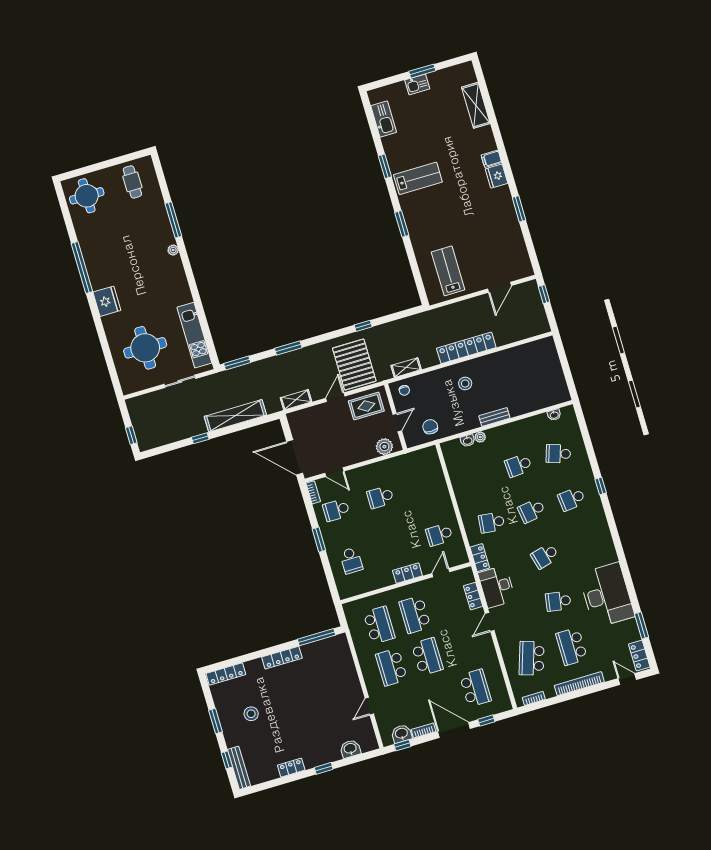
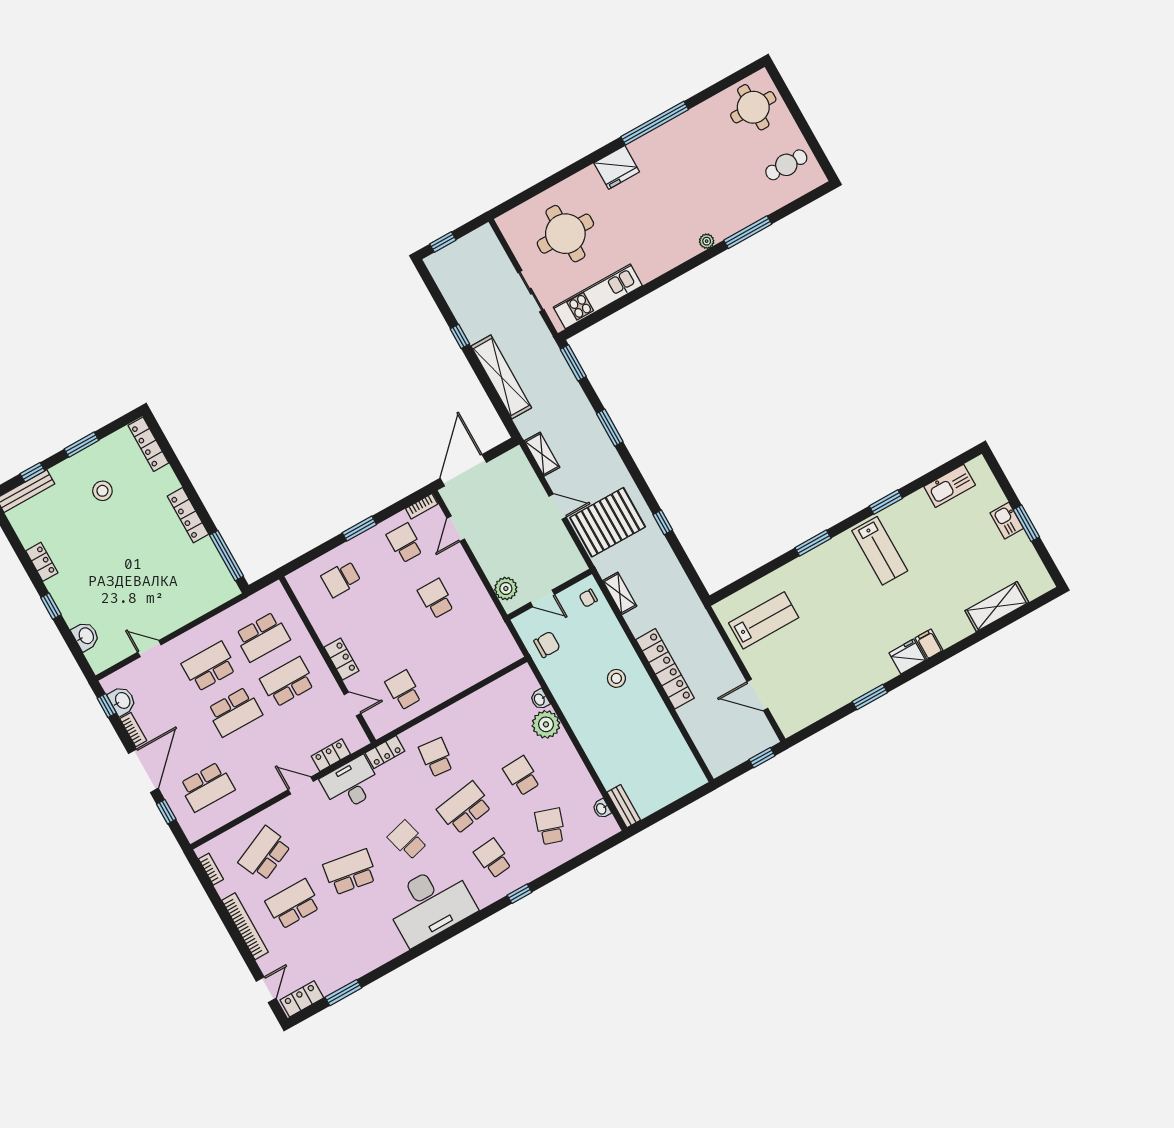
rug: (366, 406) -> (555, 551), removed
bench: (494, 417) -> (624, 806), moved
plant: (480, 437) -> (546, 724), width x1.87, depth x1.87
school desk: (532, 511) -> (465, 808), width x1.85
desk: (607, 595) -> (430, 904), moved
school desk: (558, 601) -> (350, 872), width x1.85
school desk: (532, 658) -> (265, 854), turned -42

